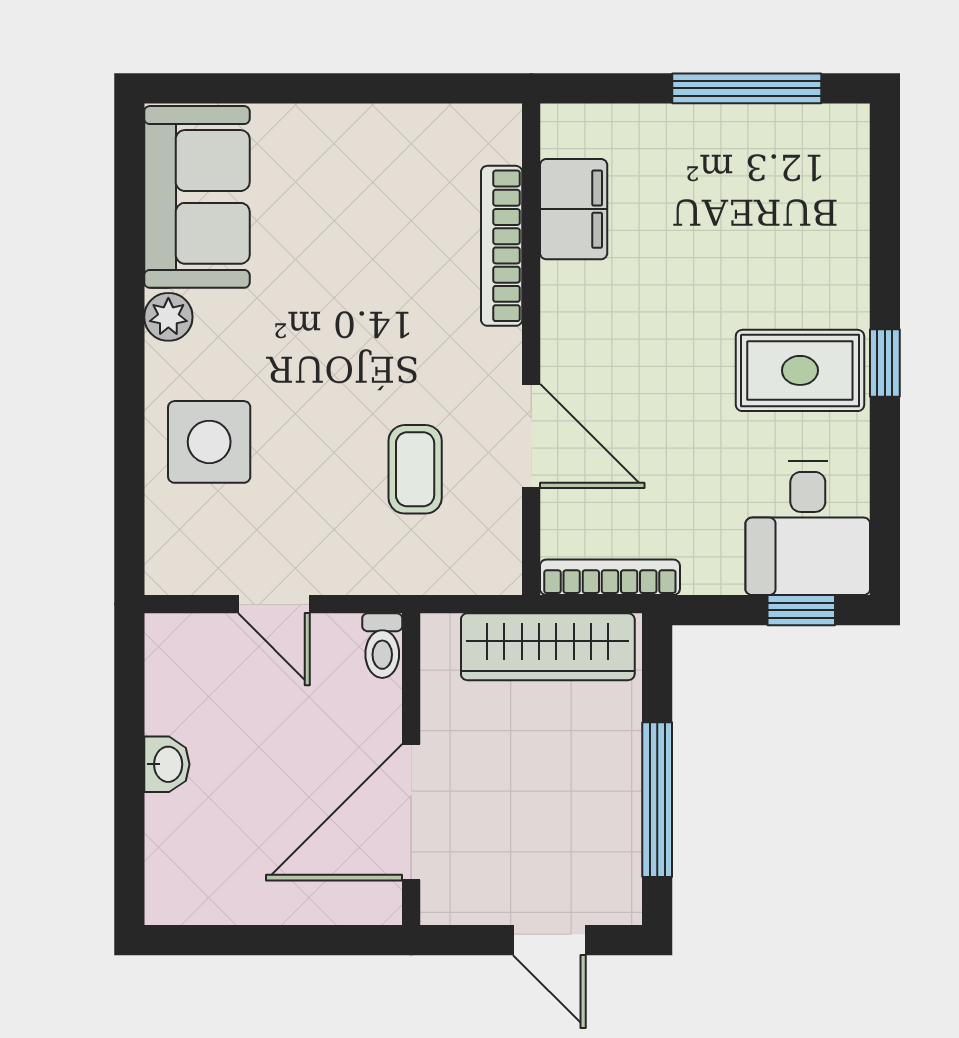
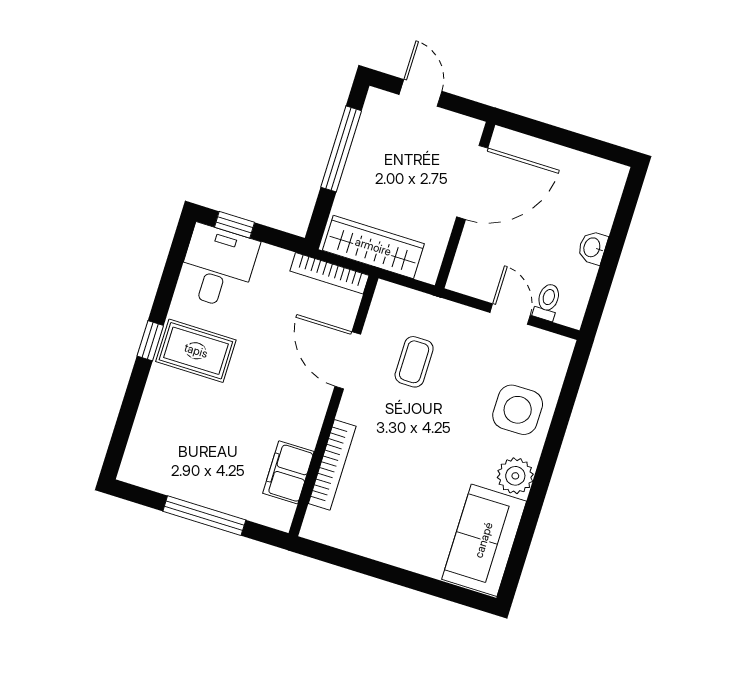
window: (747, 88) -> (204, 516), moved
plant: (168, 317) -> (515, 476), width x1.38, depth x1.38
toilet: (382, 646) -> (547, 302), moved

